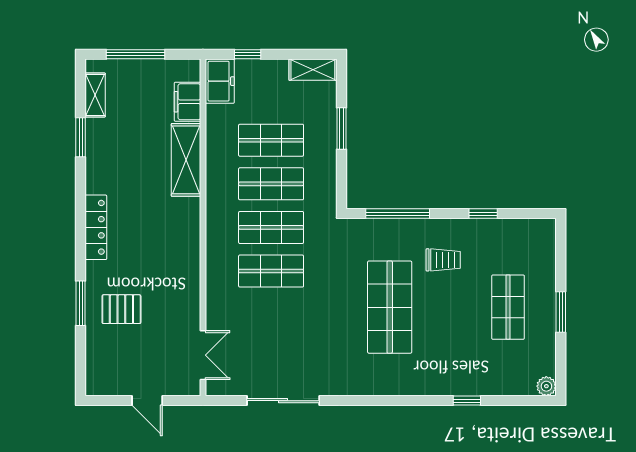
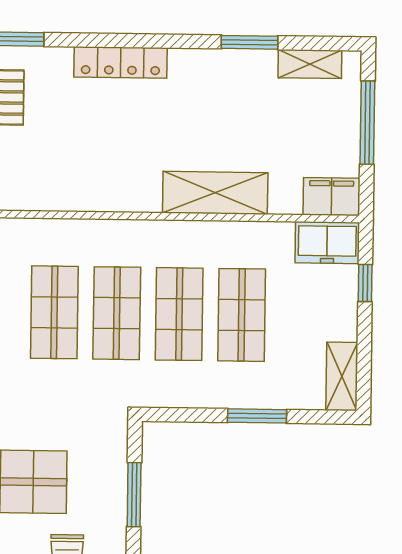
filing cabinet: (188, 102) -> (332, 197), moved
window: (398, 214) -> (134, 495), width x0.69

